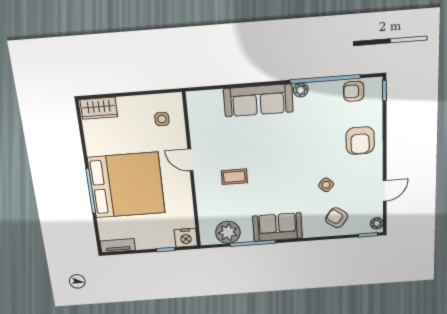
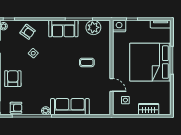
wardrobe: (99, 108) -> (149, 109), moved
door: (190, 160) -> (112, 85), moved

